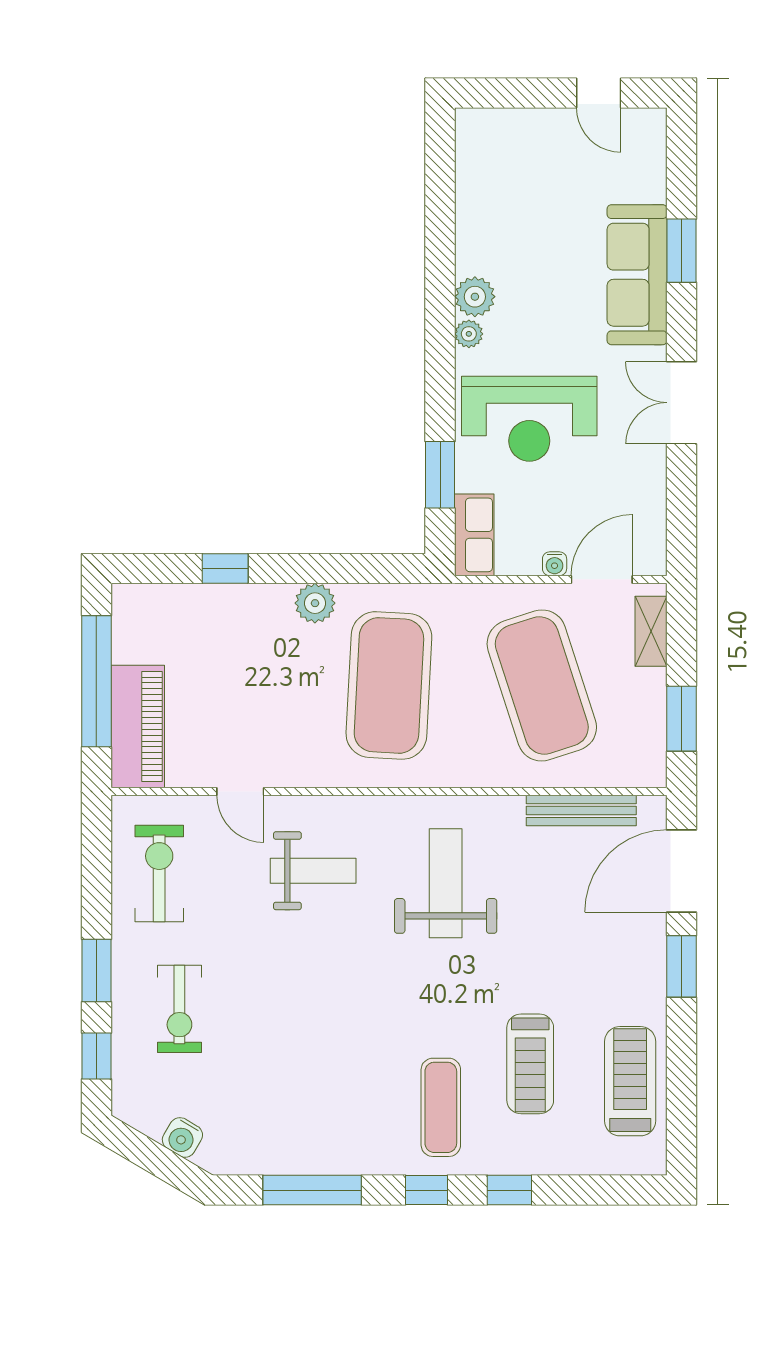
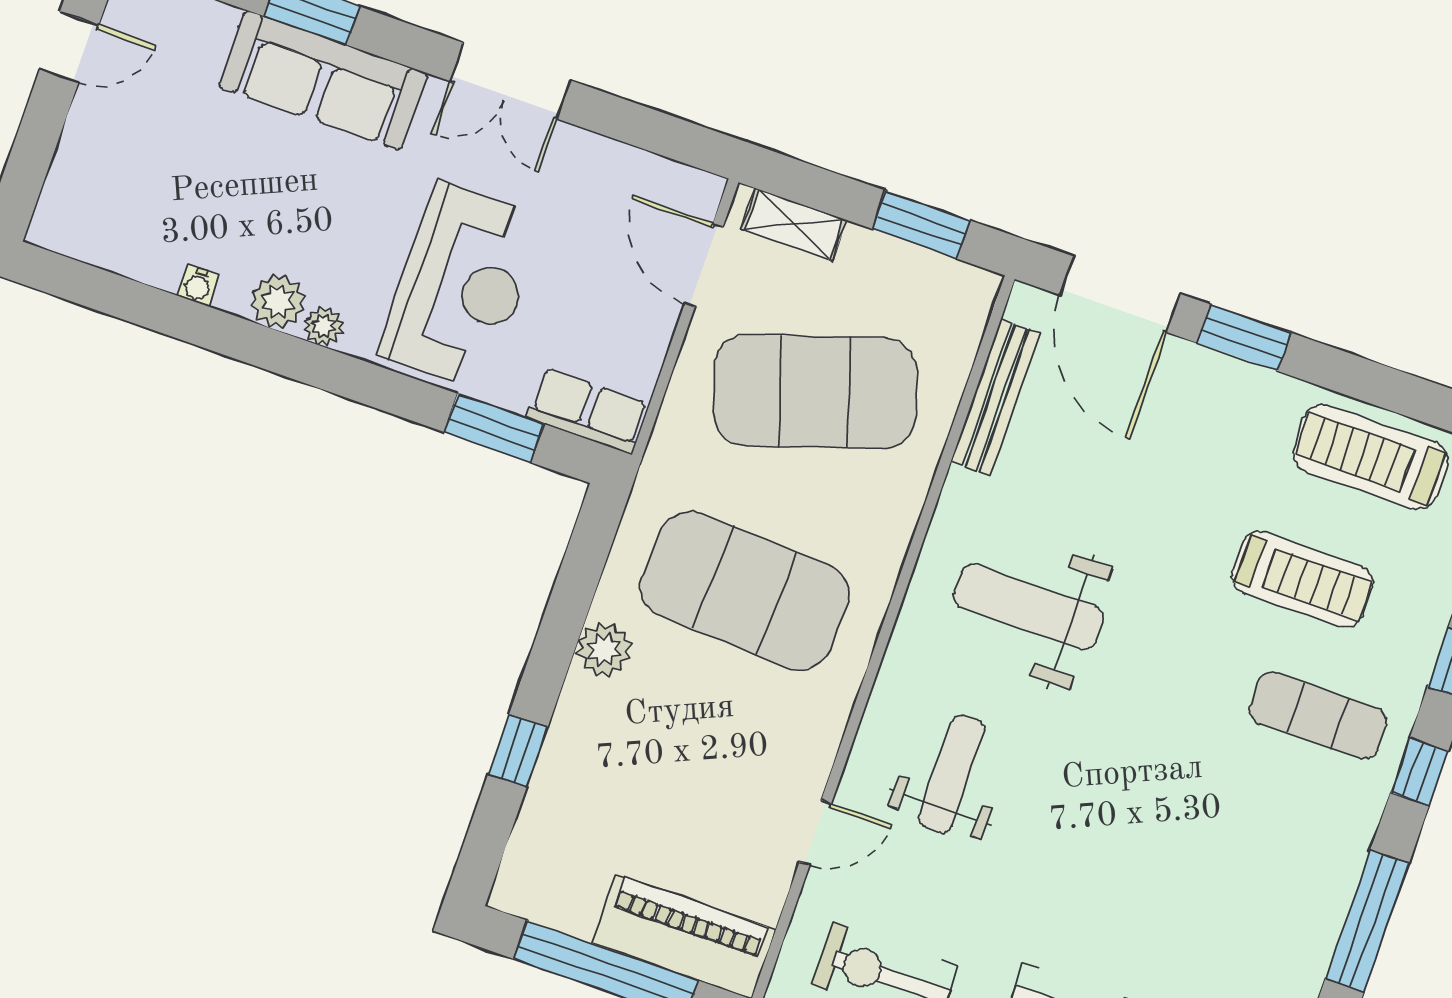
water cooler: (555, 564) -> (198, 285), moved, turned 90

